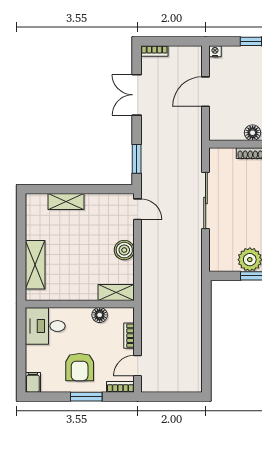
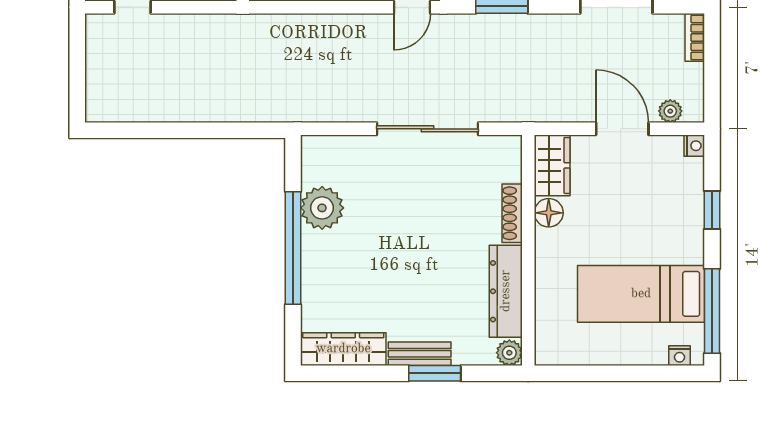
plant: (196, 65) -> (670, 111), added
wardrobe: (226, 131) -> (552, 165), added

